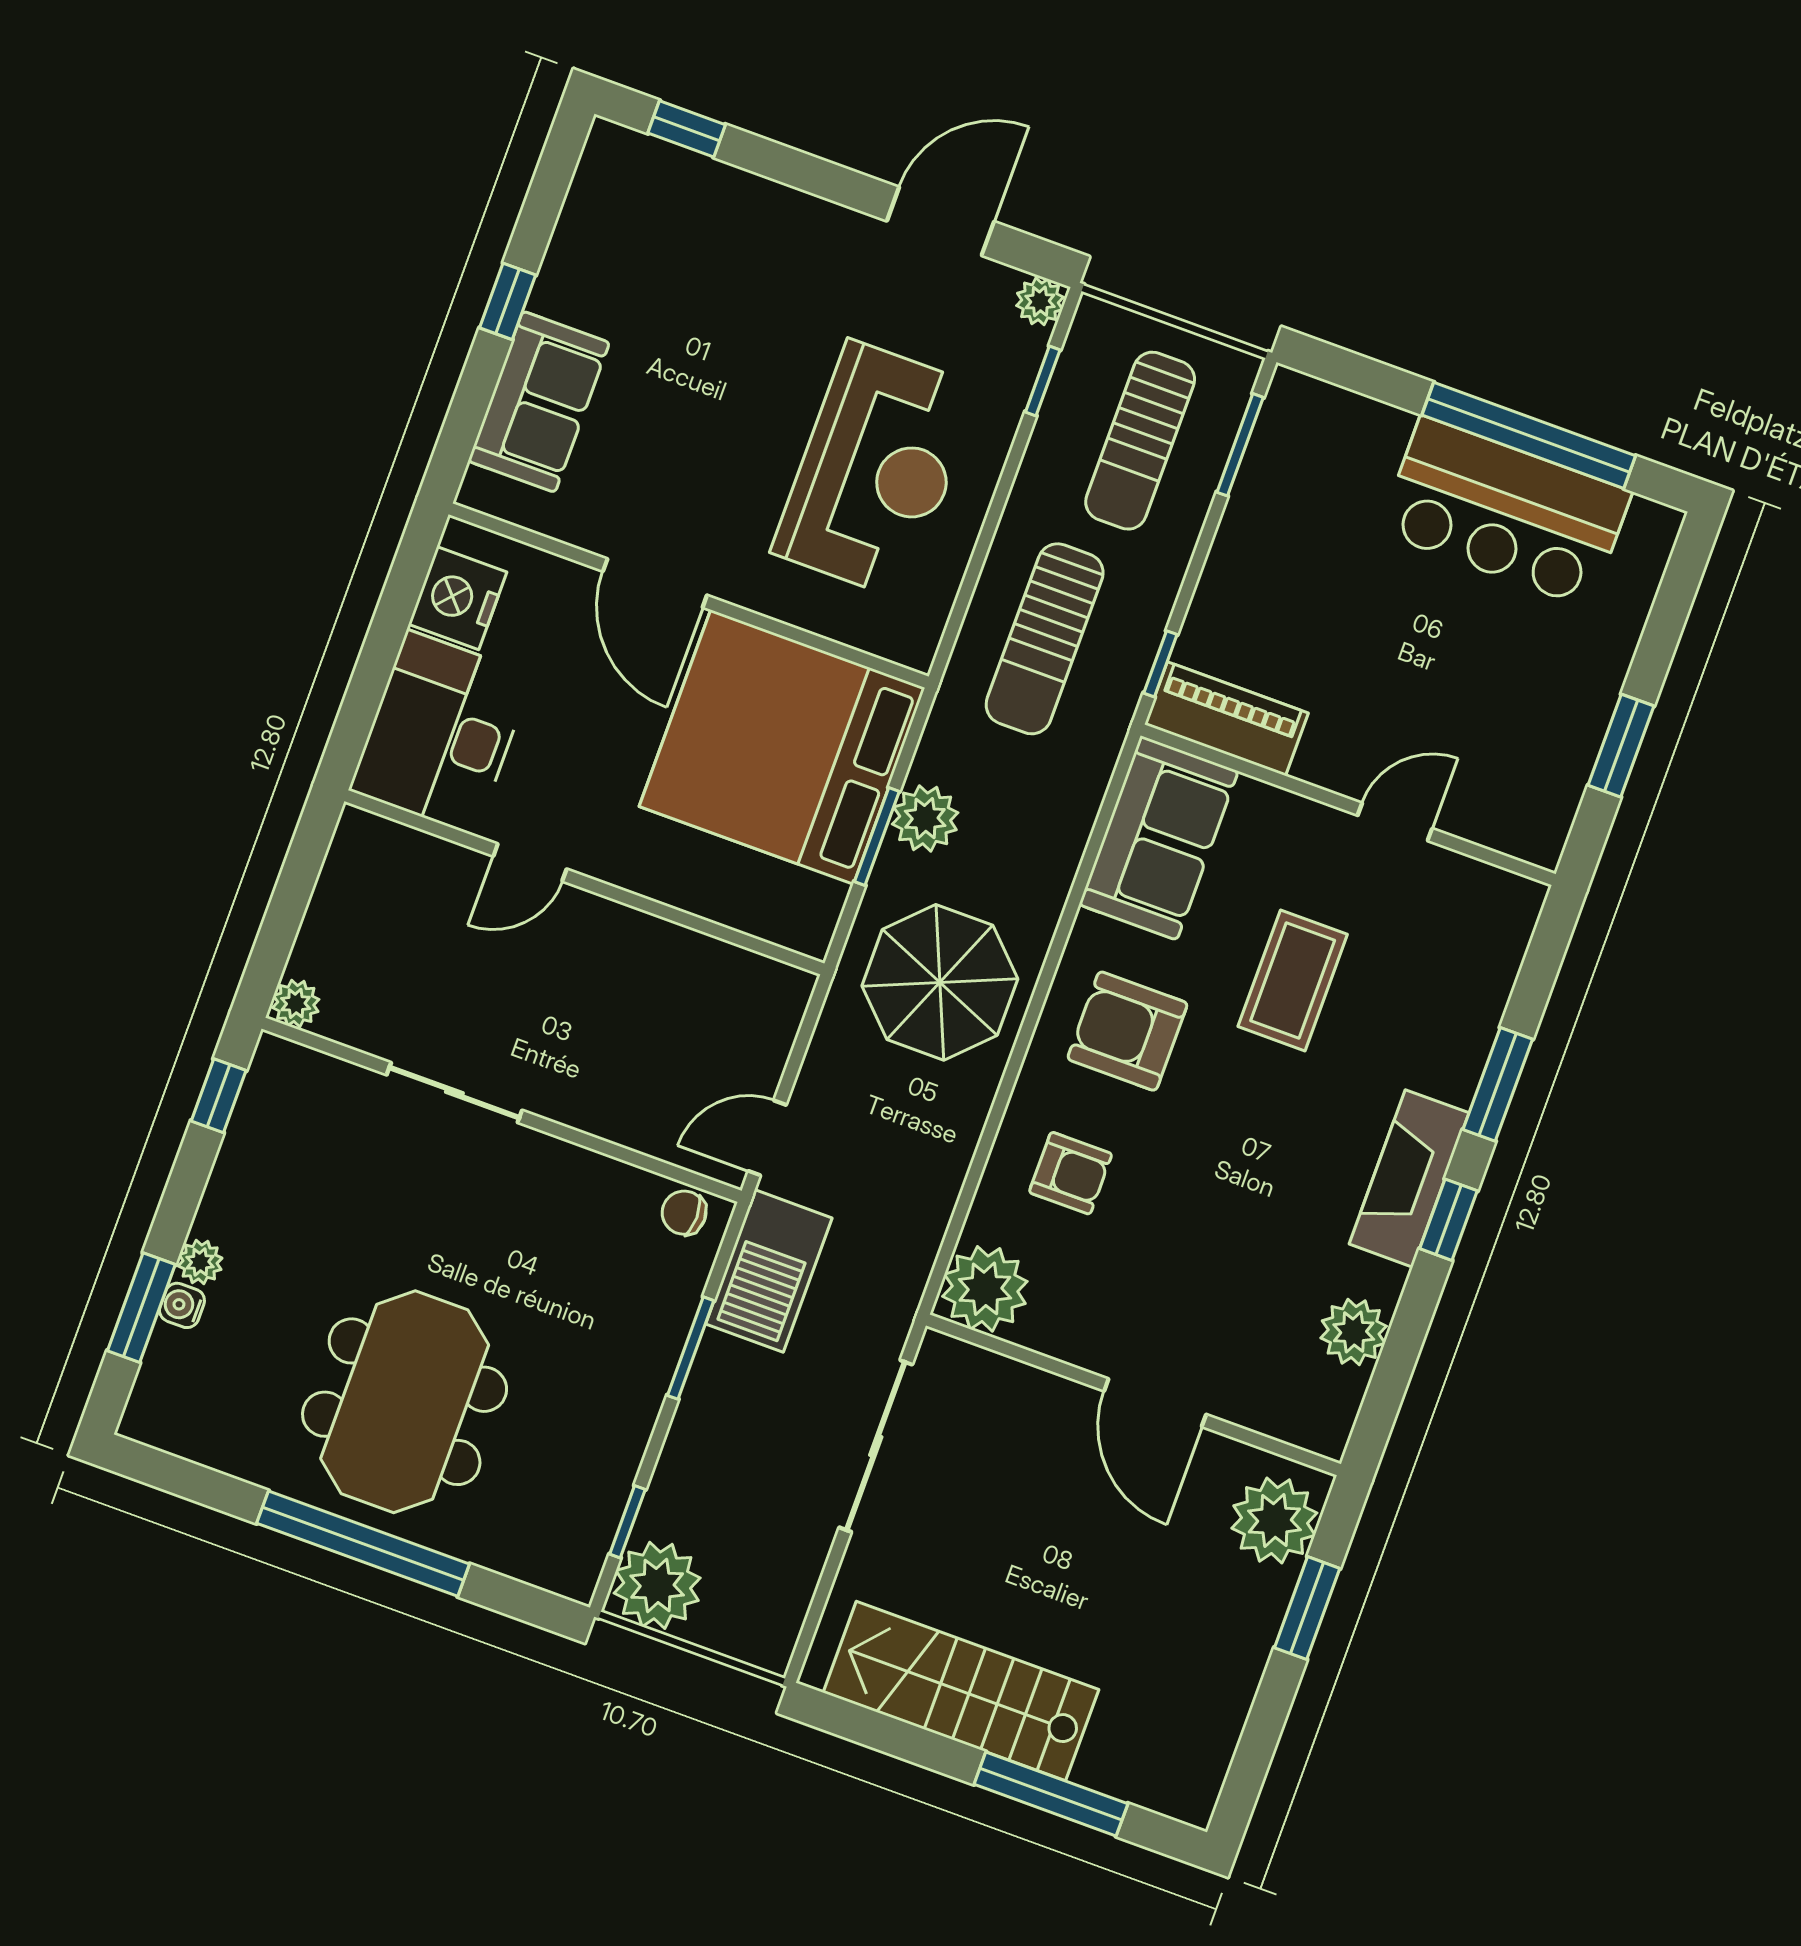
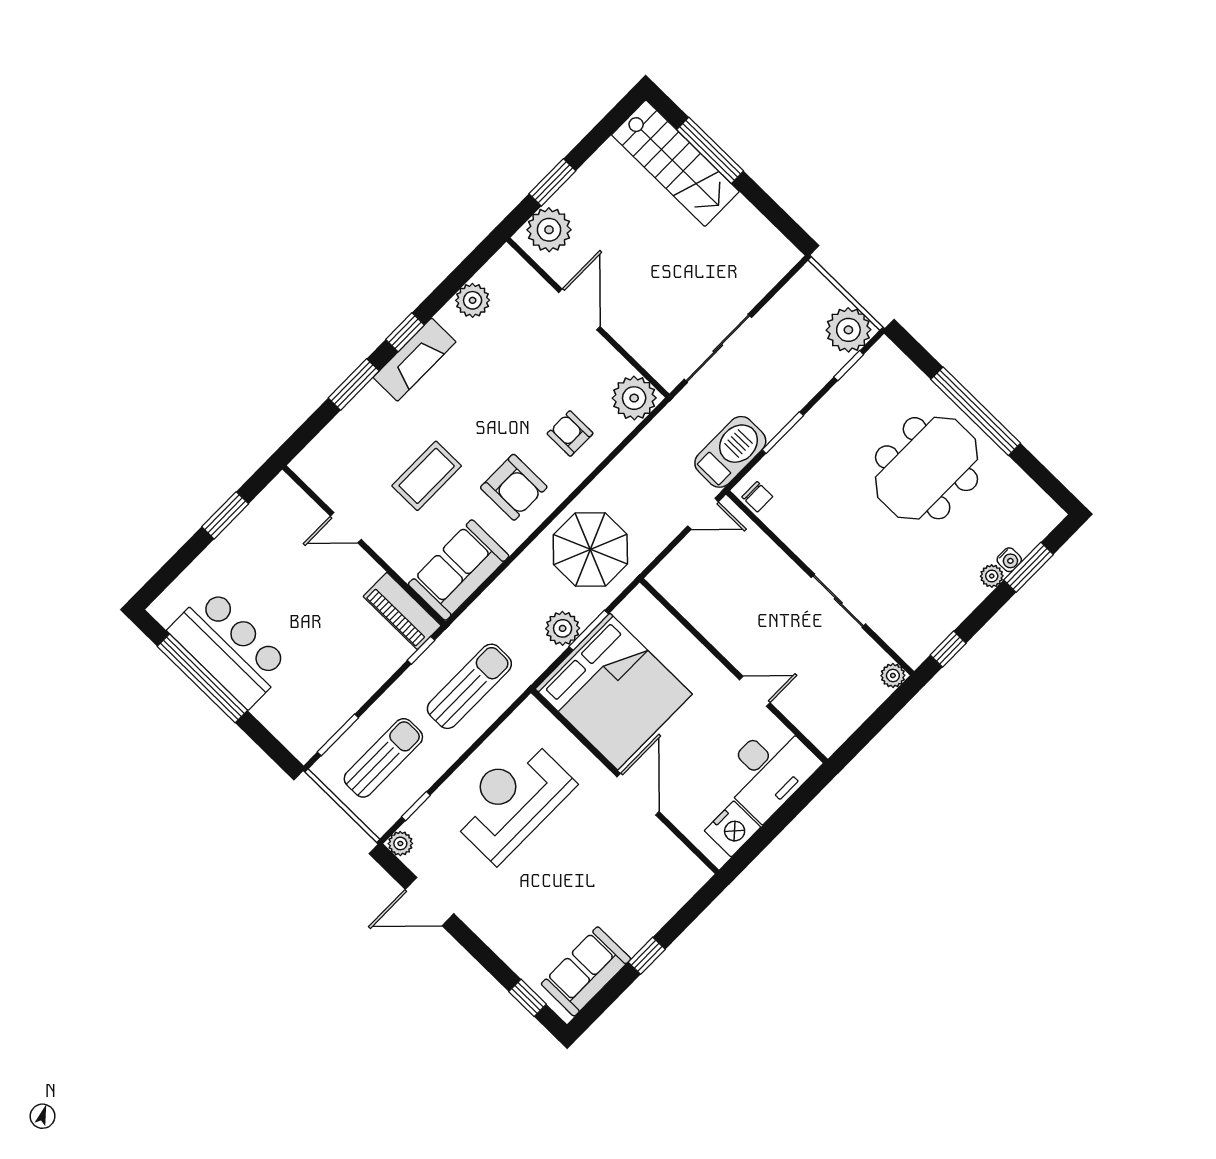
sofa: (539, 402) -> (586, 971), moved
stairs: (961, 1691) -> (675, 163), moved

